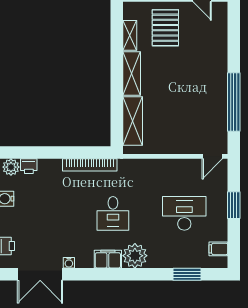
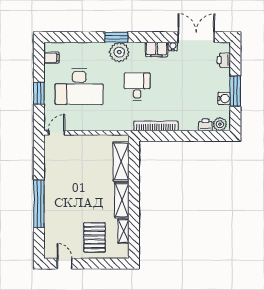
window: (234, 102) -> (39, 204), moved
desk: (184, 213) -> (79, 87), width x1.36, depth x1.30
filing cabinet: (108, 259) -> (157, 49), moved
window: (187, 274) -> (116, 37), moved

